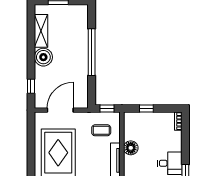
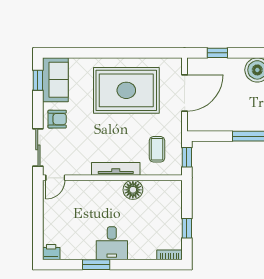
window: (146, 108) -> (187, 228), moved
door: (60, 110) -> (185, 93), hinge flipped

